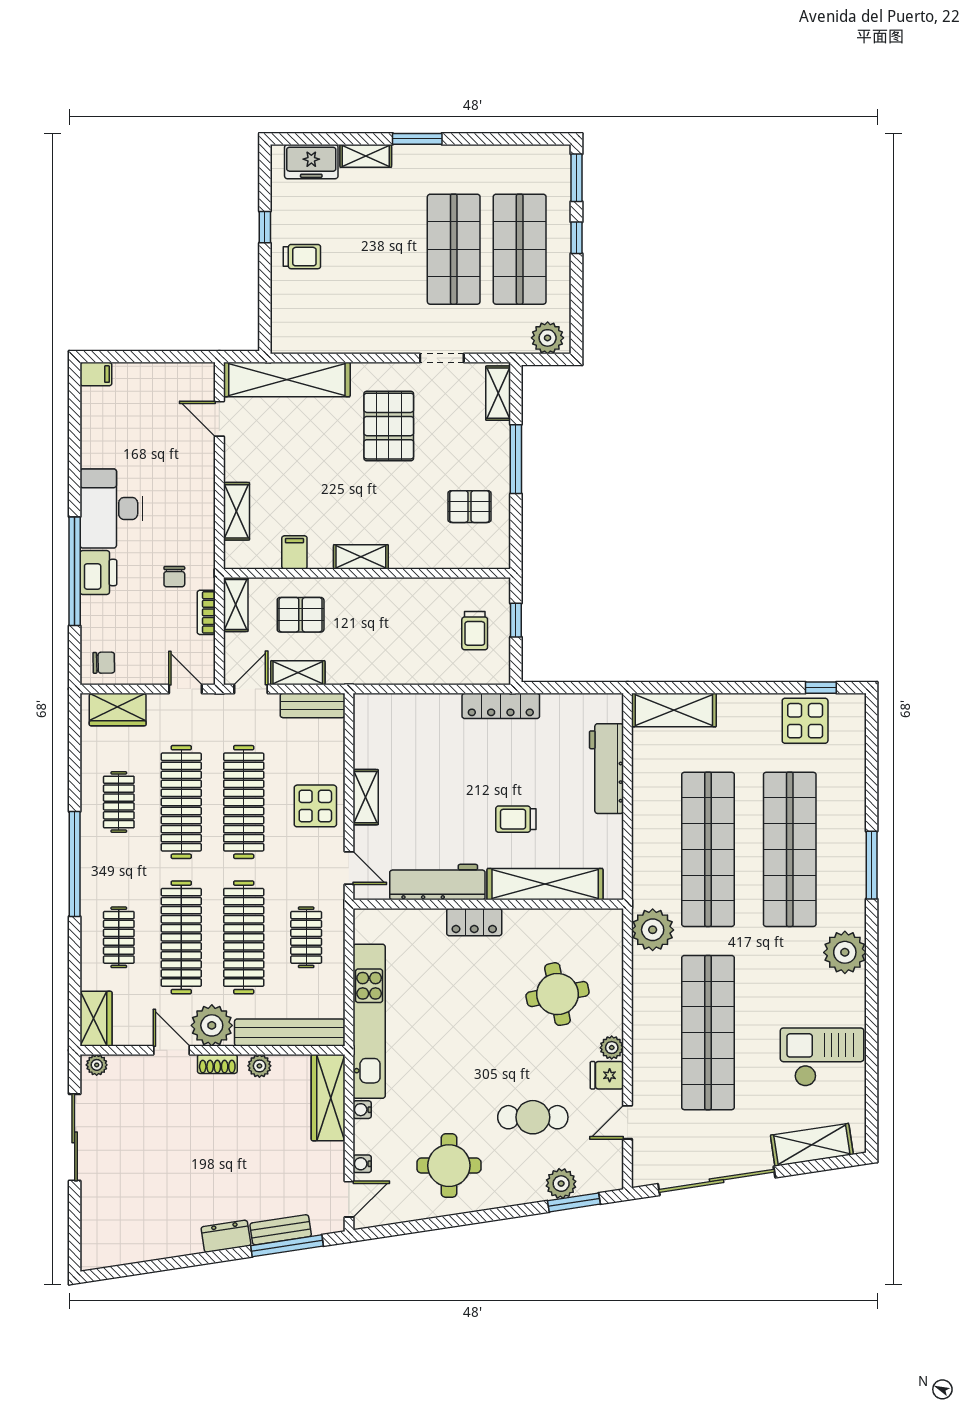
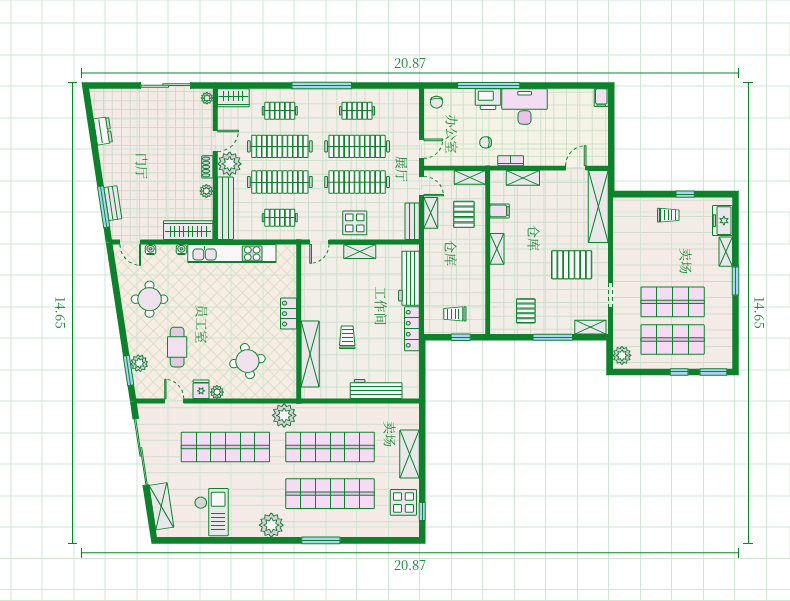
trolley: (302, 257) -> (668, 215), turned -90
bookcase: (206, 612) -> (511, 161), moved
wardrobe: (118, 710) -> (410, 110), removed
shelving: (674, 710) -> (410, 454), moved
workbench: (437, 882) -> (409, 278), moved, turned 180
dresser: (226, 1236) -> (103, 131), moved

